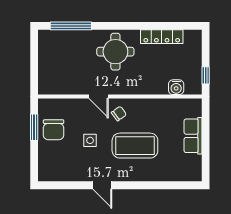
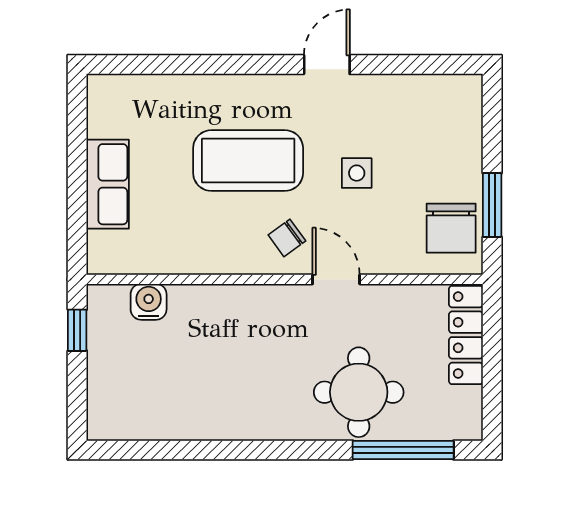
locker: (162, 37) -> (466, 335), moved, turned -90
round table: (115, 52) -> (359, 392), moved
chair: (54, 130) -> (451, 228), moved, turned 180
door: (102, 185) -> (327, 65), hinge flipped

